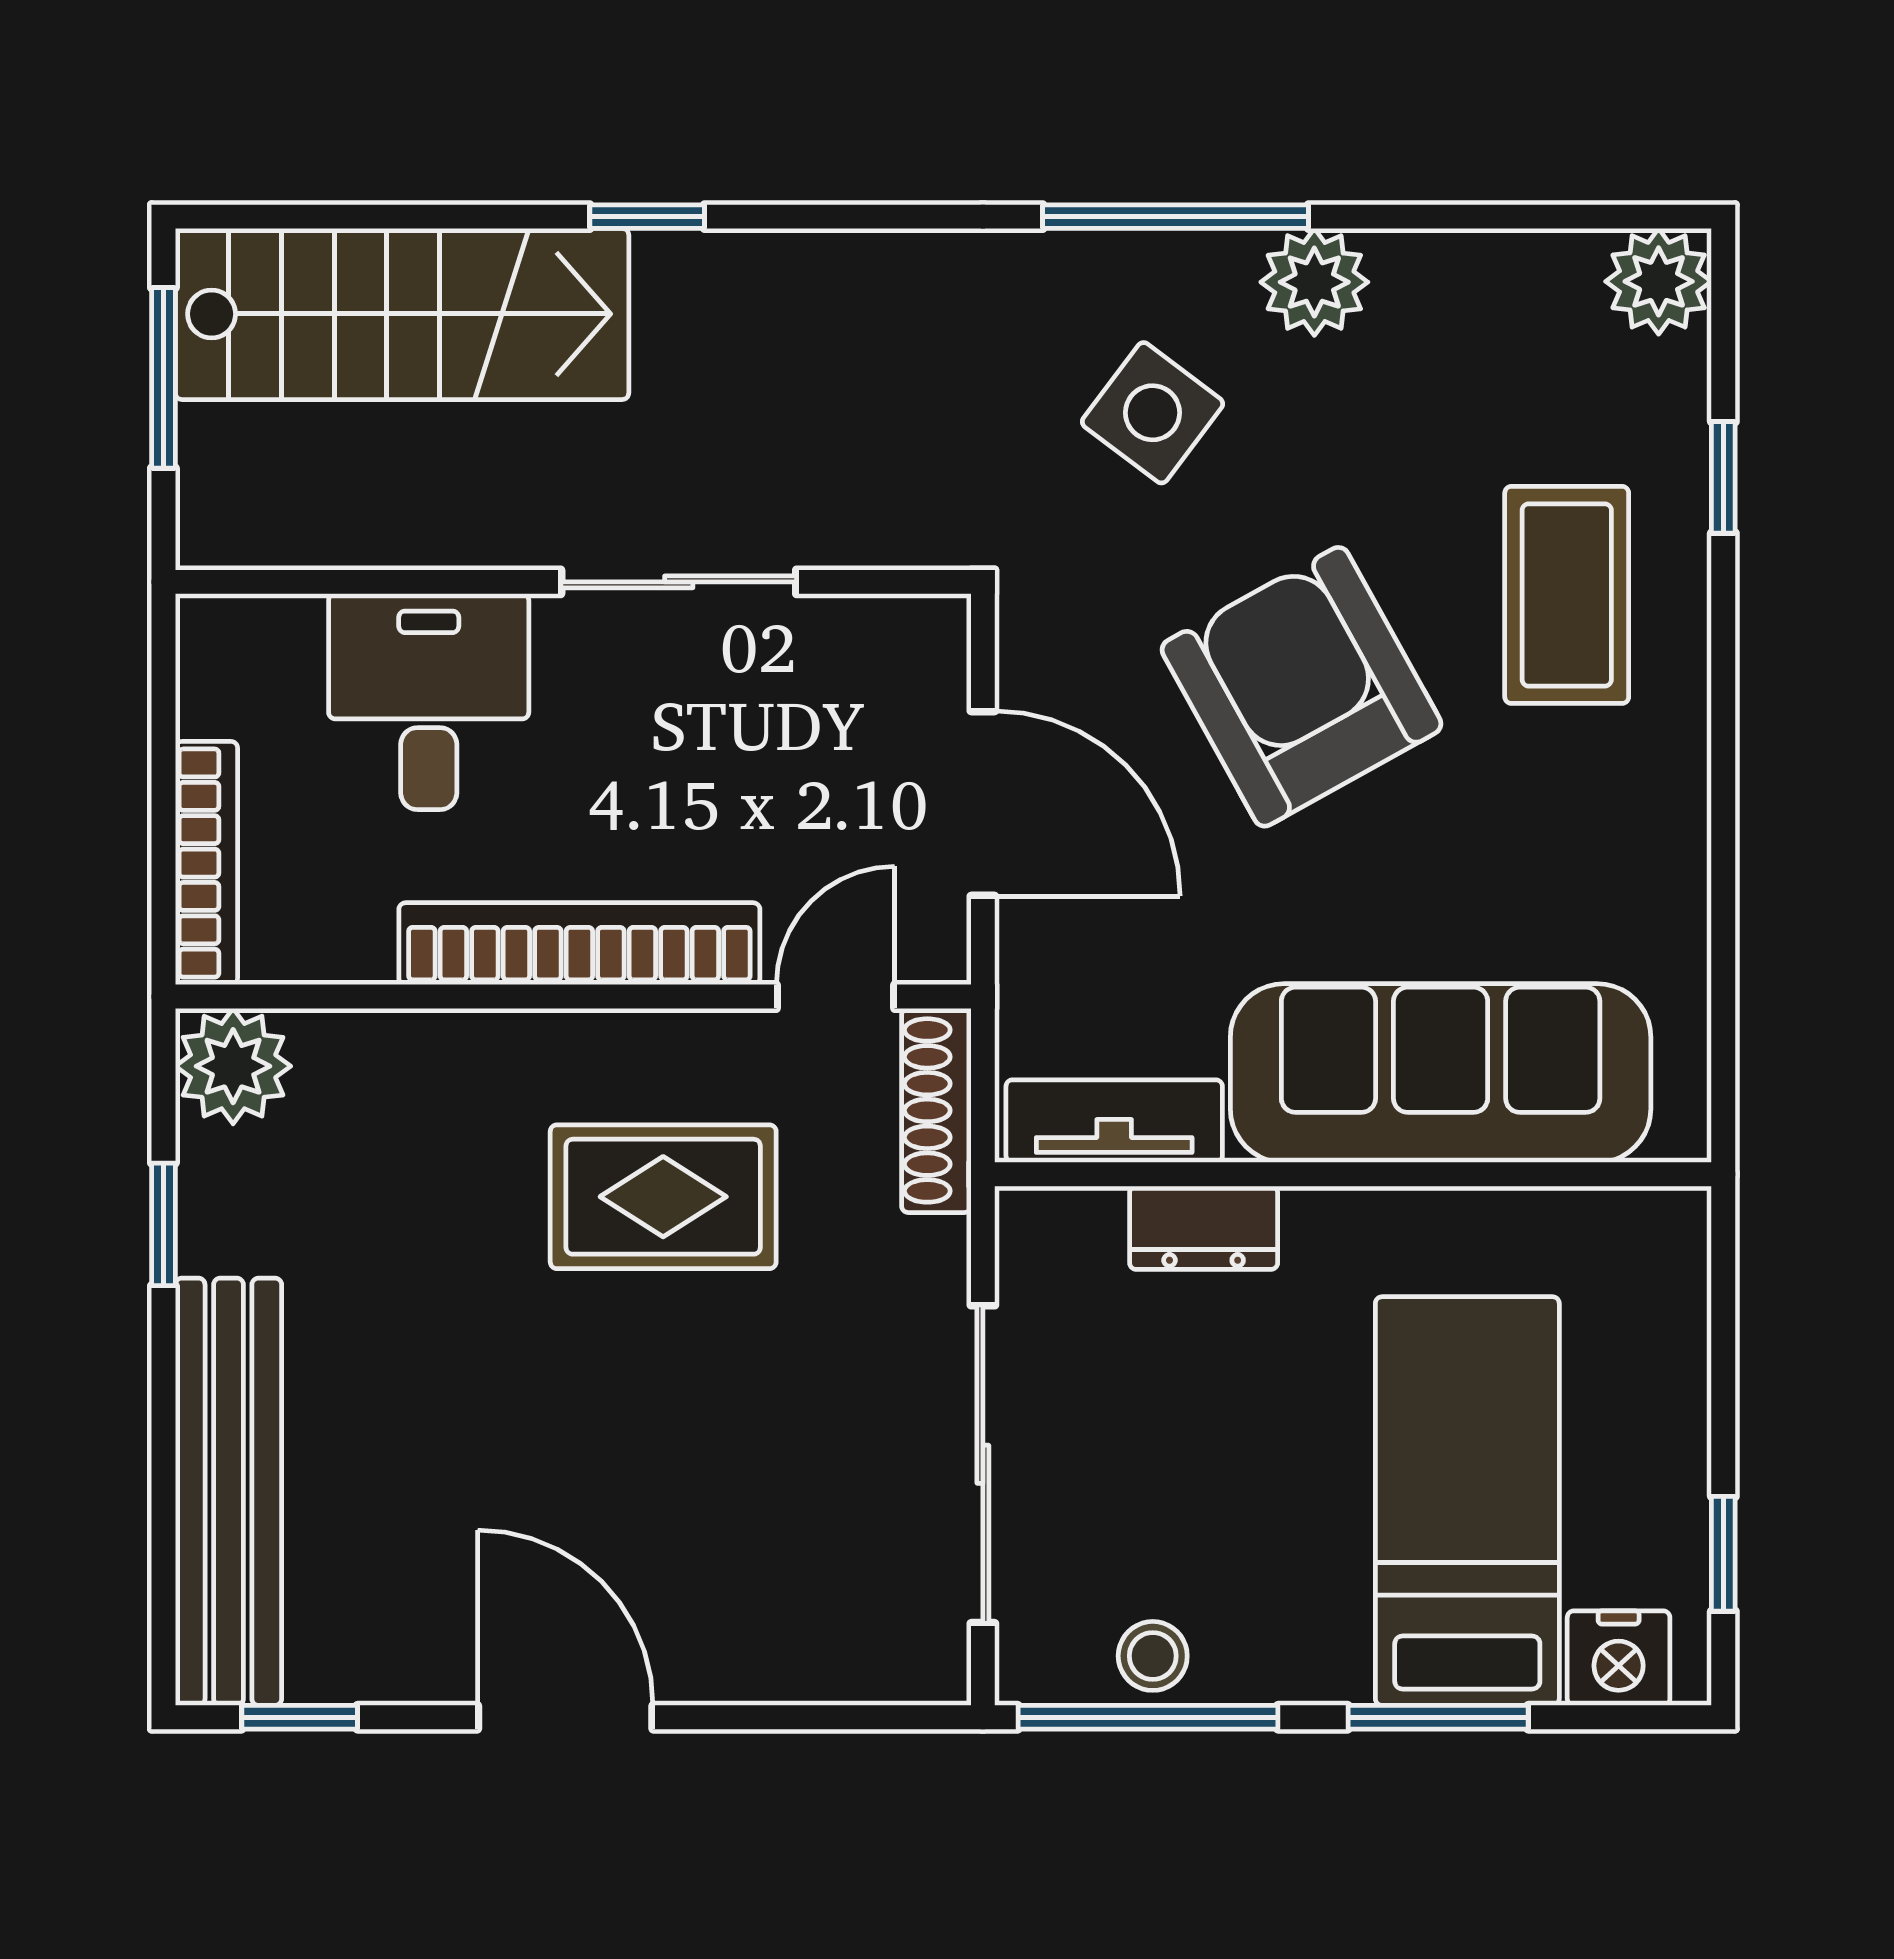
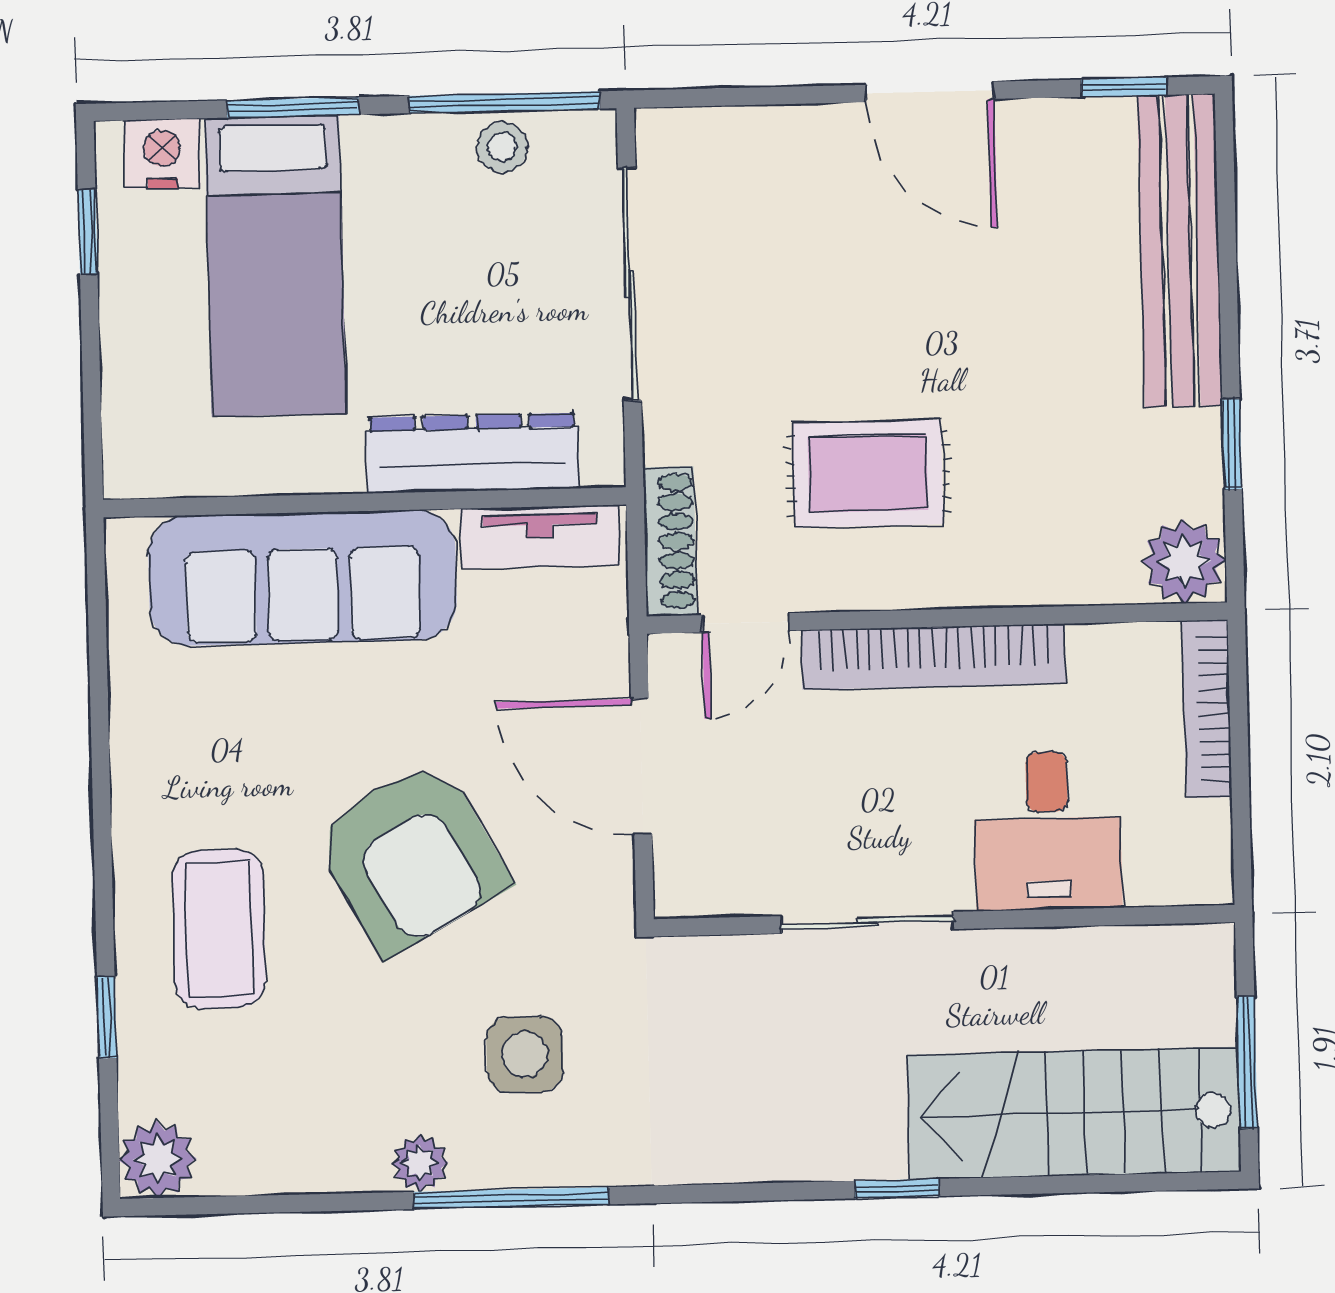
plant: (1314, 282) -> (420, 1163), width x0.73, depth x0.73
side table: (1152, 413) -> (525, 1054), turned -37
dresser: (1204, 1228) -> (473, 453), width x1.96, depth x1.24

